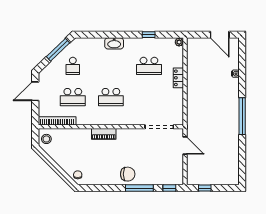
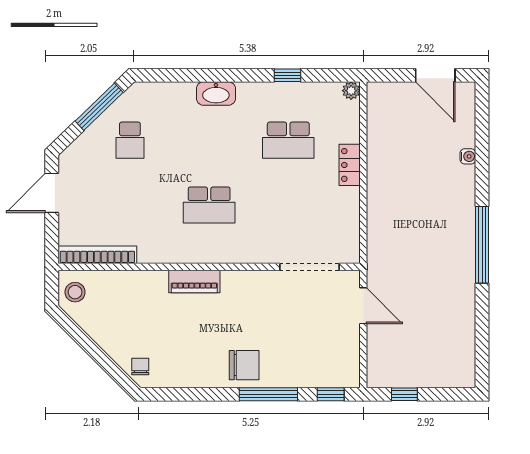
school desk: (73, 97) -> (130, 205), removed

